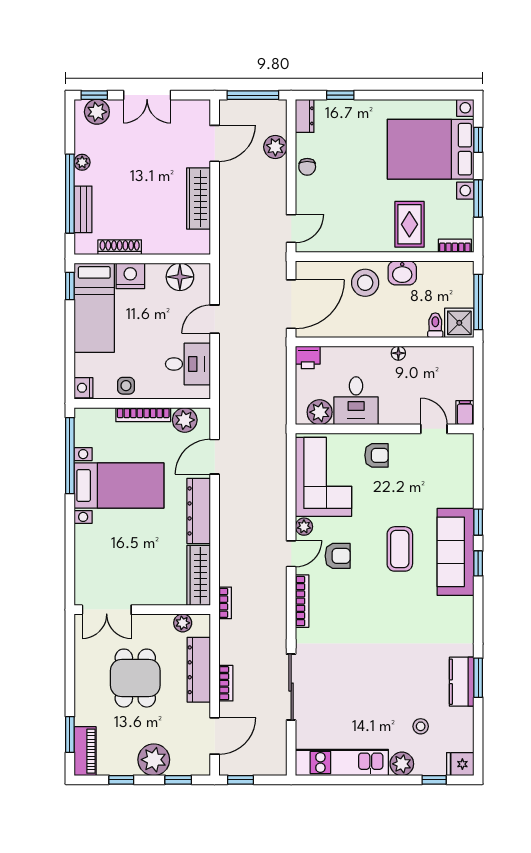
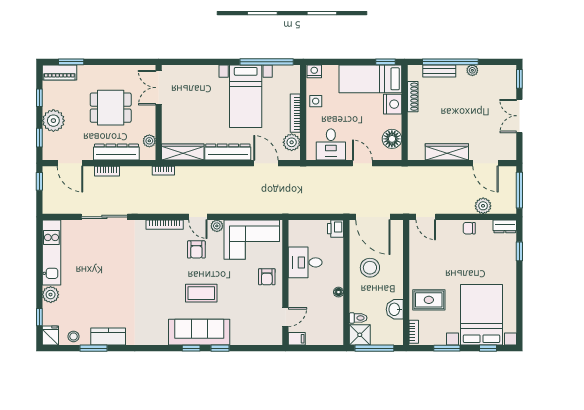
plant: (97, 112) -> (508, 81), removed
washbasin: (402, 273) -> (395, 309), moved
stool: (365, 283) -> (370, 268), moved
plant: (320, 412) -> (297, 237), removed
window: (478, 678) -> (93, 348), moved
stool: (421, 726) -> (74, 336), moved

